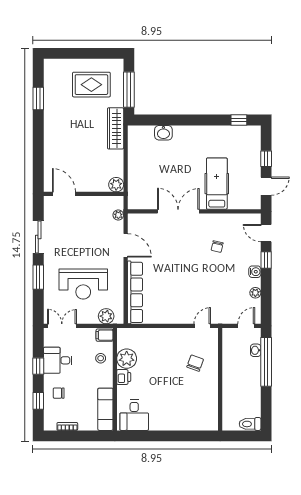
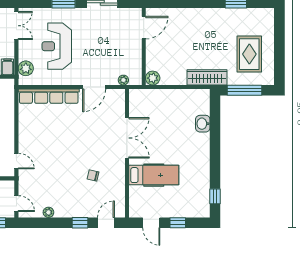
water cooler: (255, 272) -> (69, 212), removed

